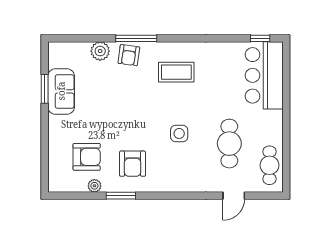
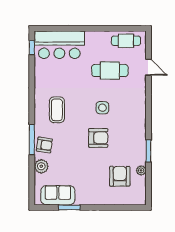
sofa: (61, 91) -> (58, 195), moved
armchair: (133, 164) -> (98, 138), moved

